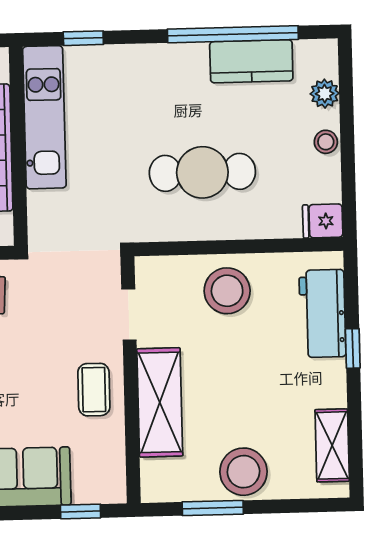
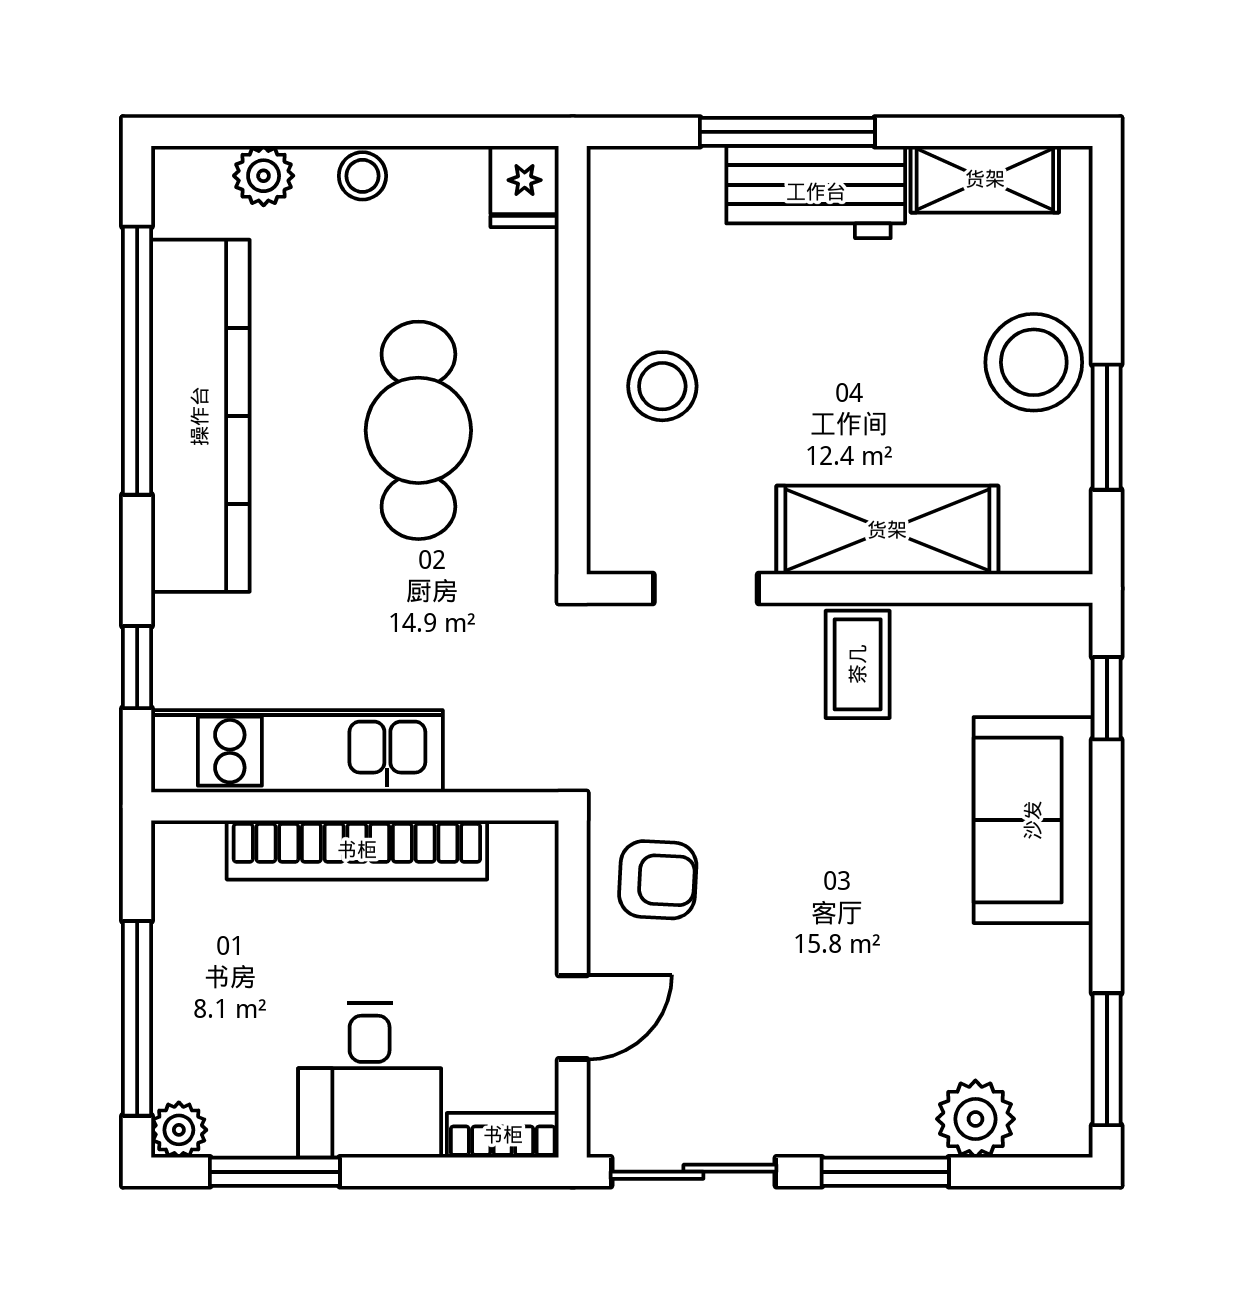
kitchen counter: (251, 61) -> (200, 416), width x2.08, depth x1.17
stool: (227, 291) -> (662, 386), width x0.73, depth x0.73
workbench: (322, 314) -> (816, 192), moved
window: (353, 348) -> (787, 132), width x2.17
coffee table: (94, 390) -> (858, 664), turned 90

